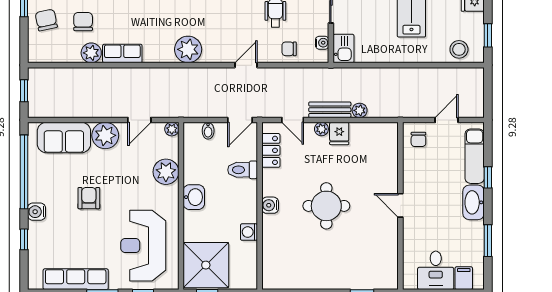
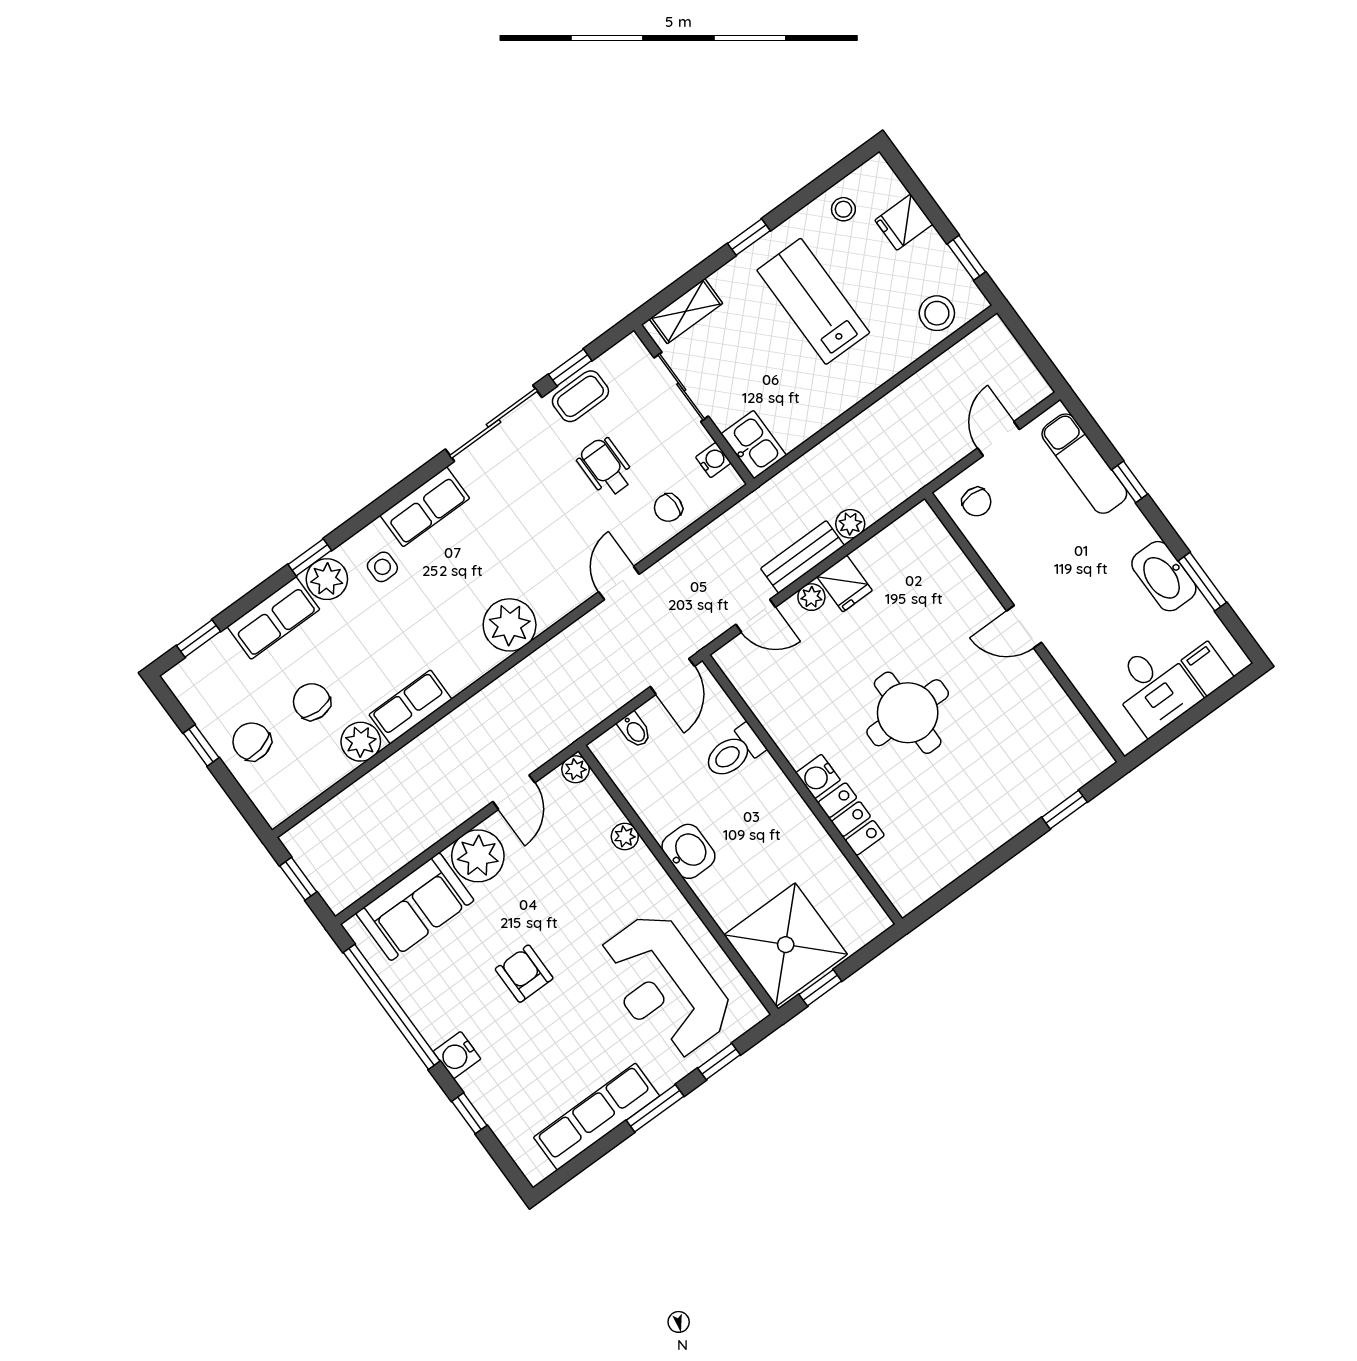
locker: (271, 150) -> (851, 819), moved
plant: (166, 172) -> (625, 836), width x0.53, depth x0.53
washbasin: (474, 202) -> (1164, 576), moved
washing machine: (249, 232) -> (816, 843), removed

